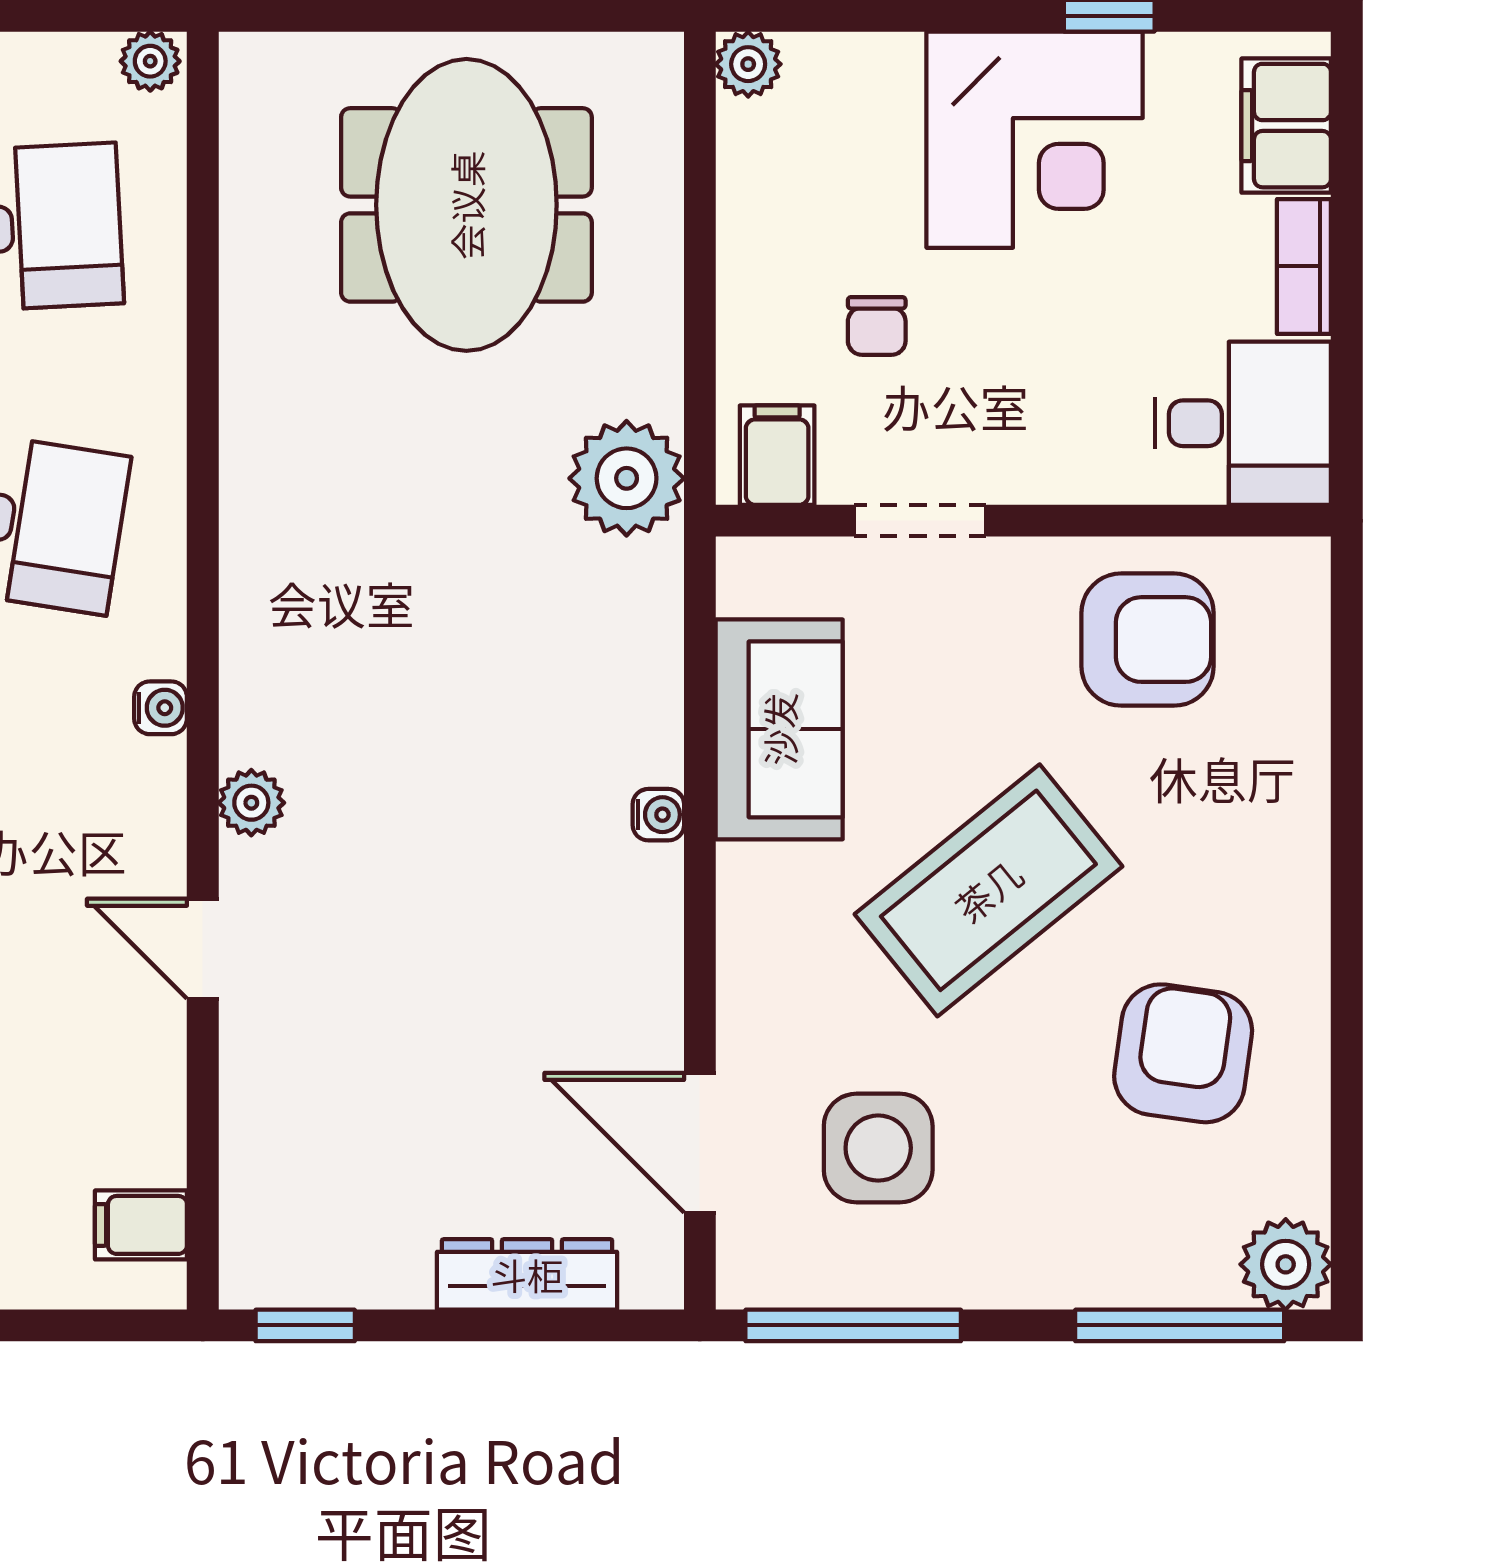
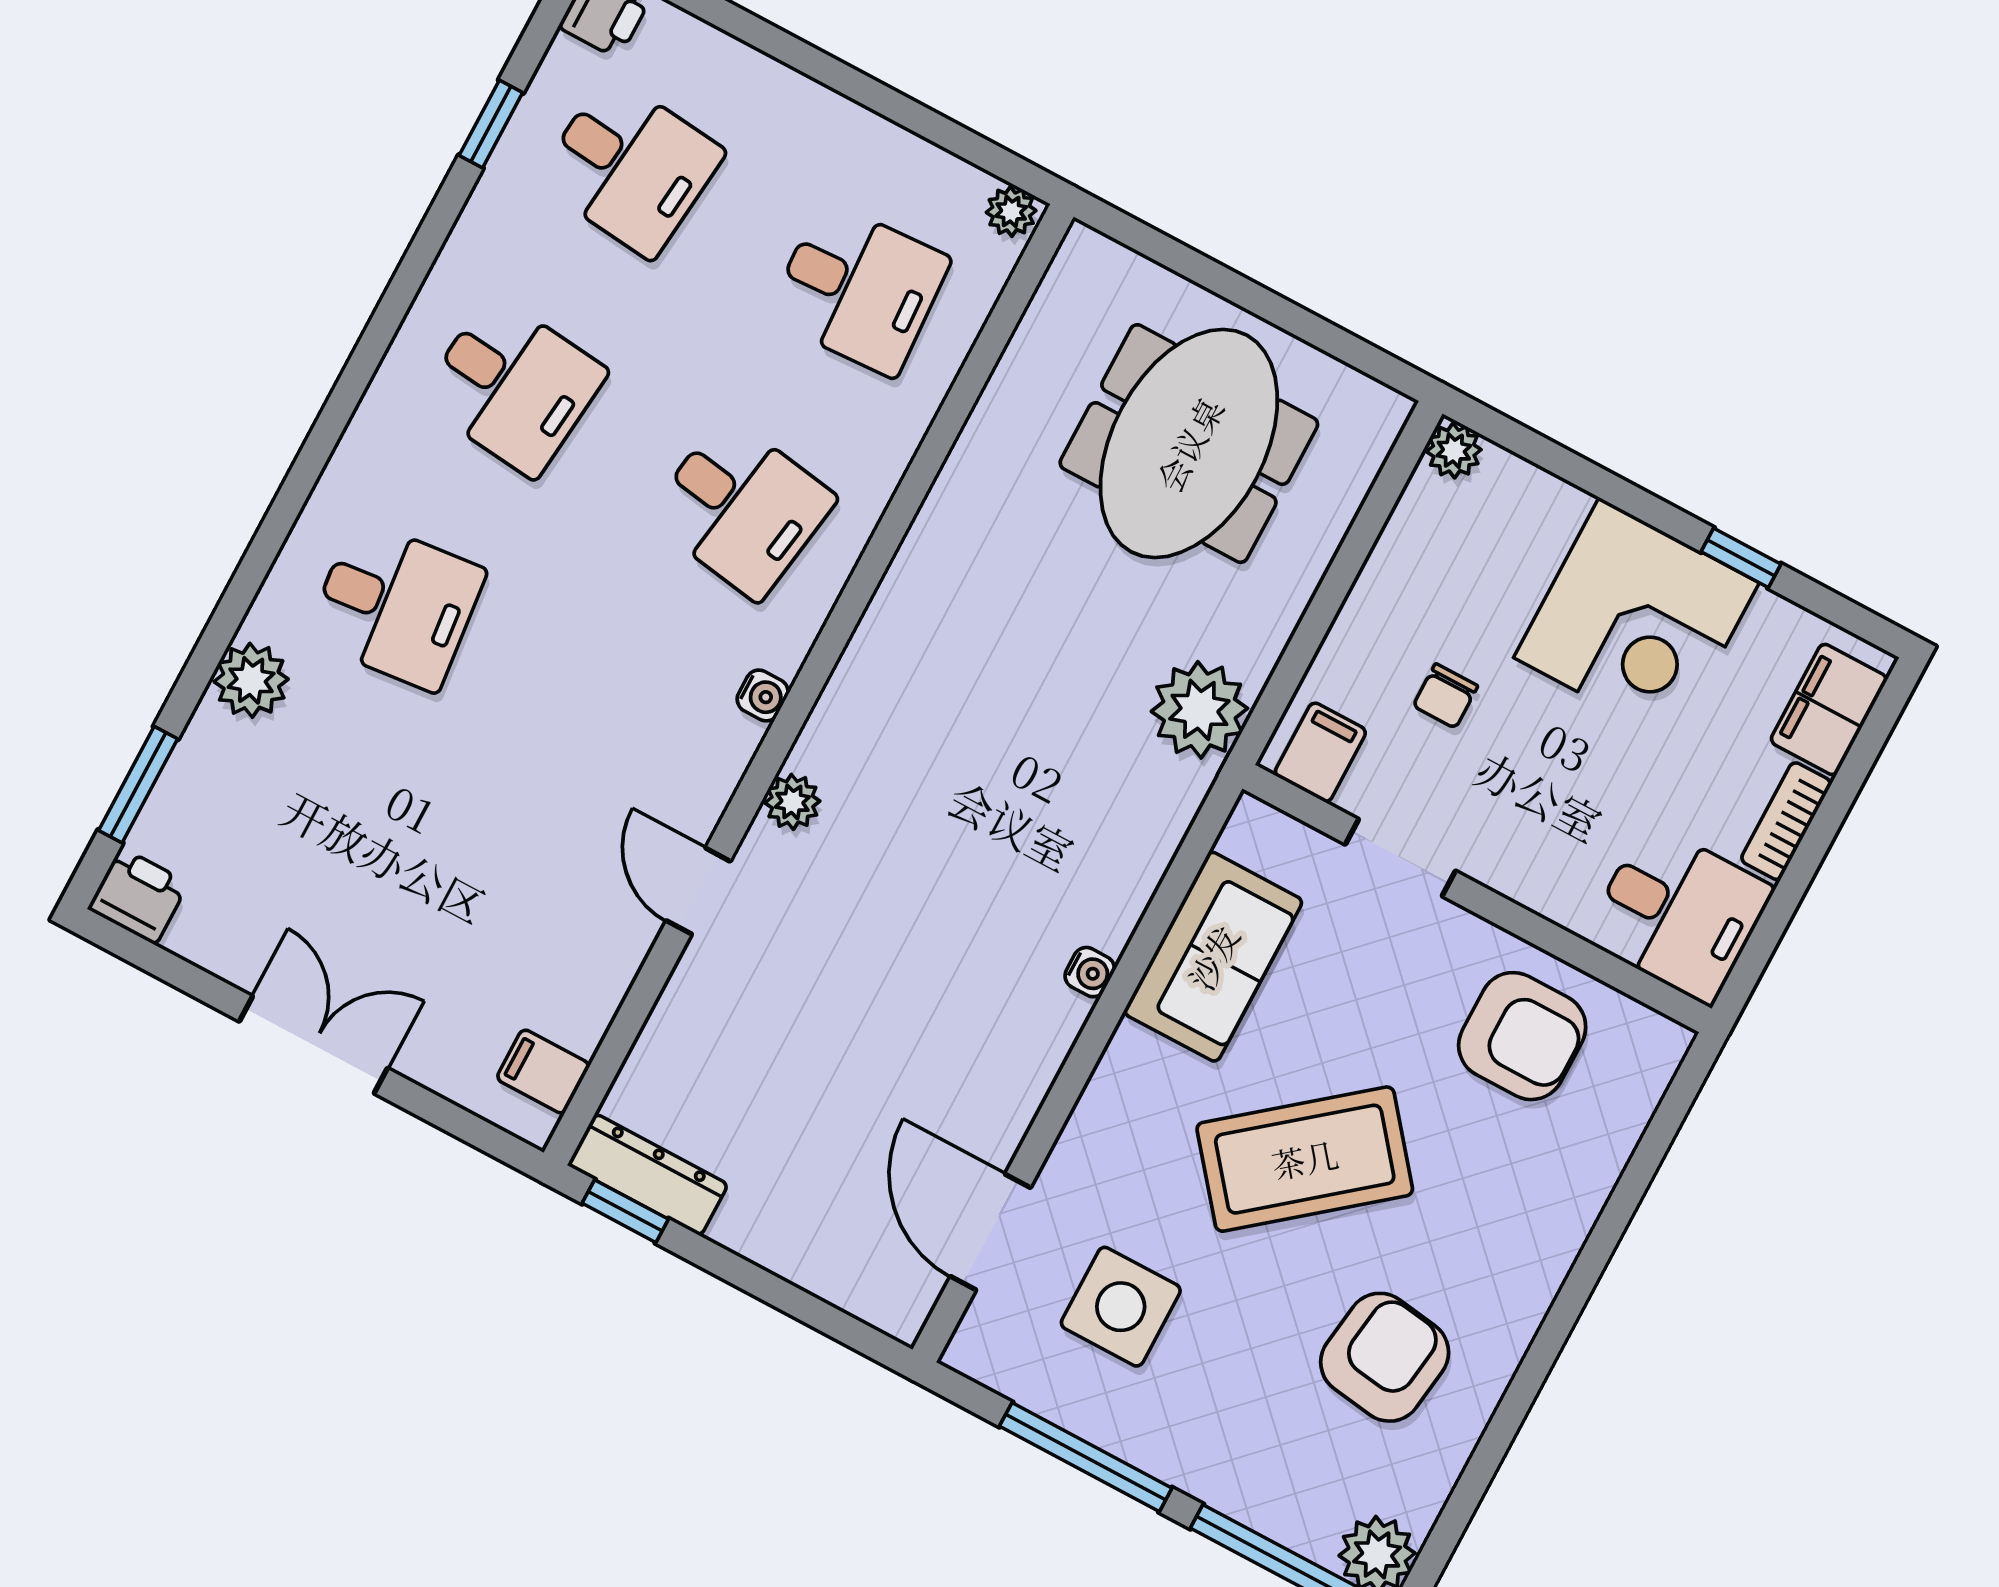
dresser: (527, 1274) -> (648, 1175), moved
window: (853, 1325) -> (1086, 1457), moved

